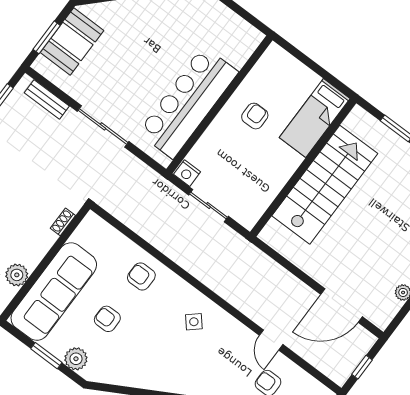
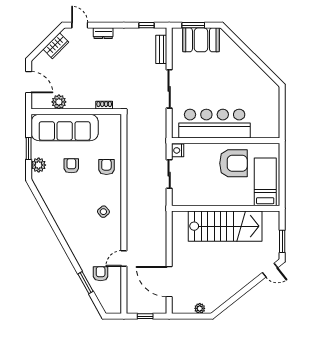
armchair: (255, 116) -> (233, 163), width x1.88, depth x1.88
bed: (315, 118) -> (265, 182), moved, turned 90

